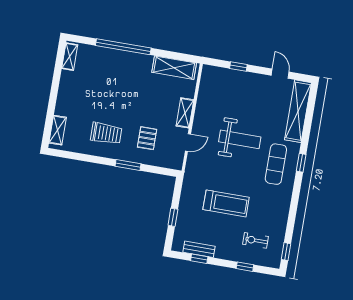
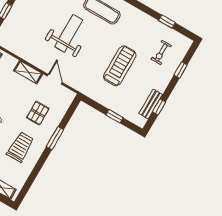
pallet: (147, 138) -> (38, 113), turned 90
window: (286, 252) -> (167, 22), moved

